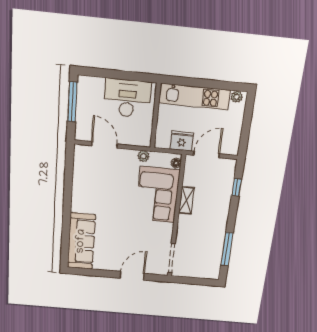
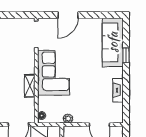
fireplace: (78, 185) -> (118, 90), added
corner sofa: (158, 195) -> (54, 73), moved
window: (66, 225) -> (126, 55), added

